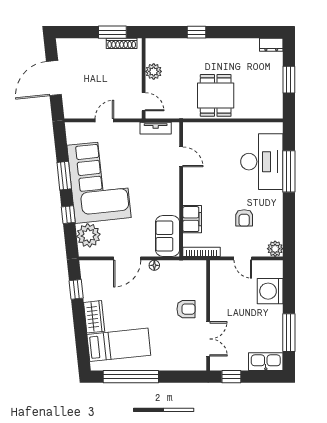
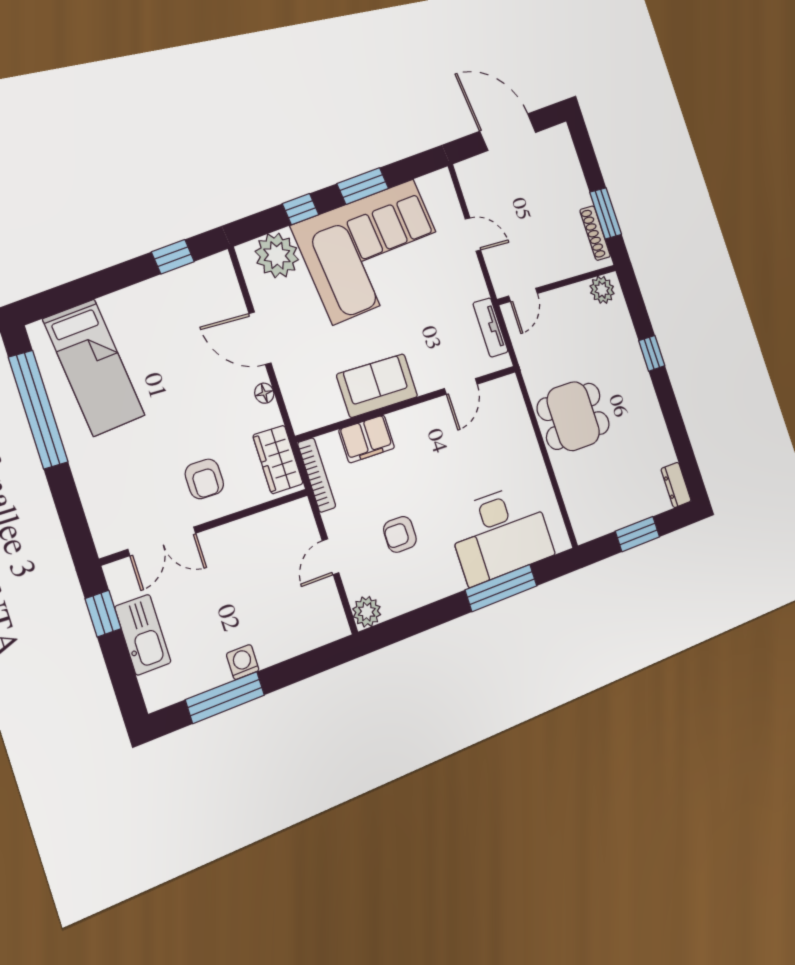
plant: (154, 71) -> (602, 290), moved
sofa: (168, 236) -> (377, 386), moved
washing machine: (270, 291) -> (243, 662), moved, width x0.53, depth x0.53
wardrobe: (94, 317) -> (278, 459), moved, turned 96
kitchen sink: (266, 362) -> (143, 635), moved

